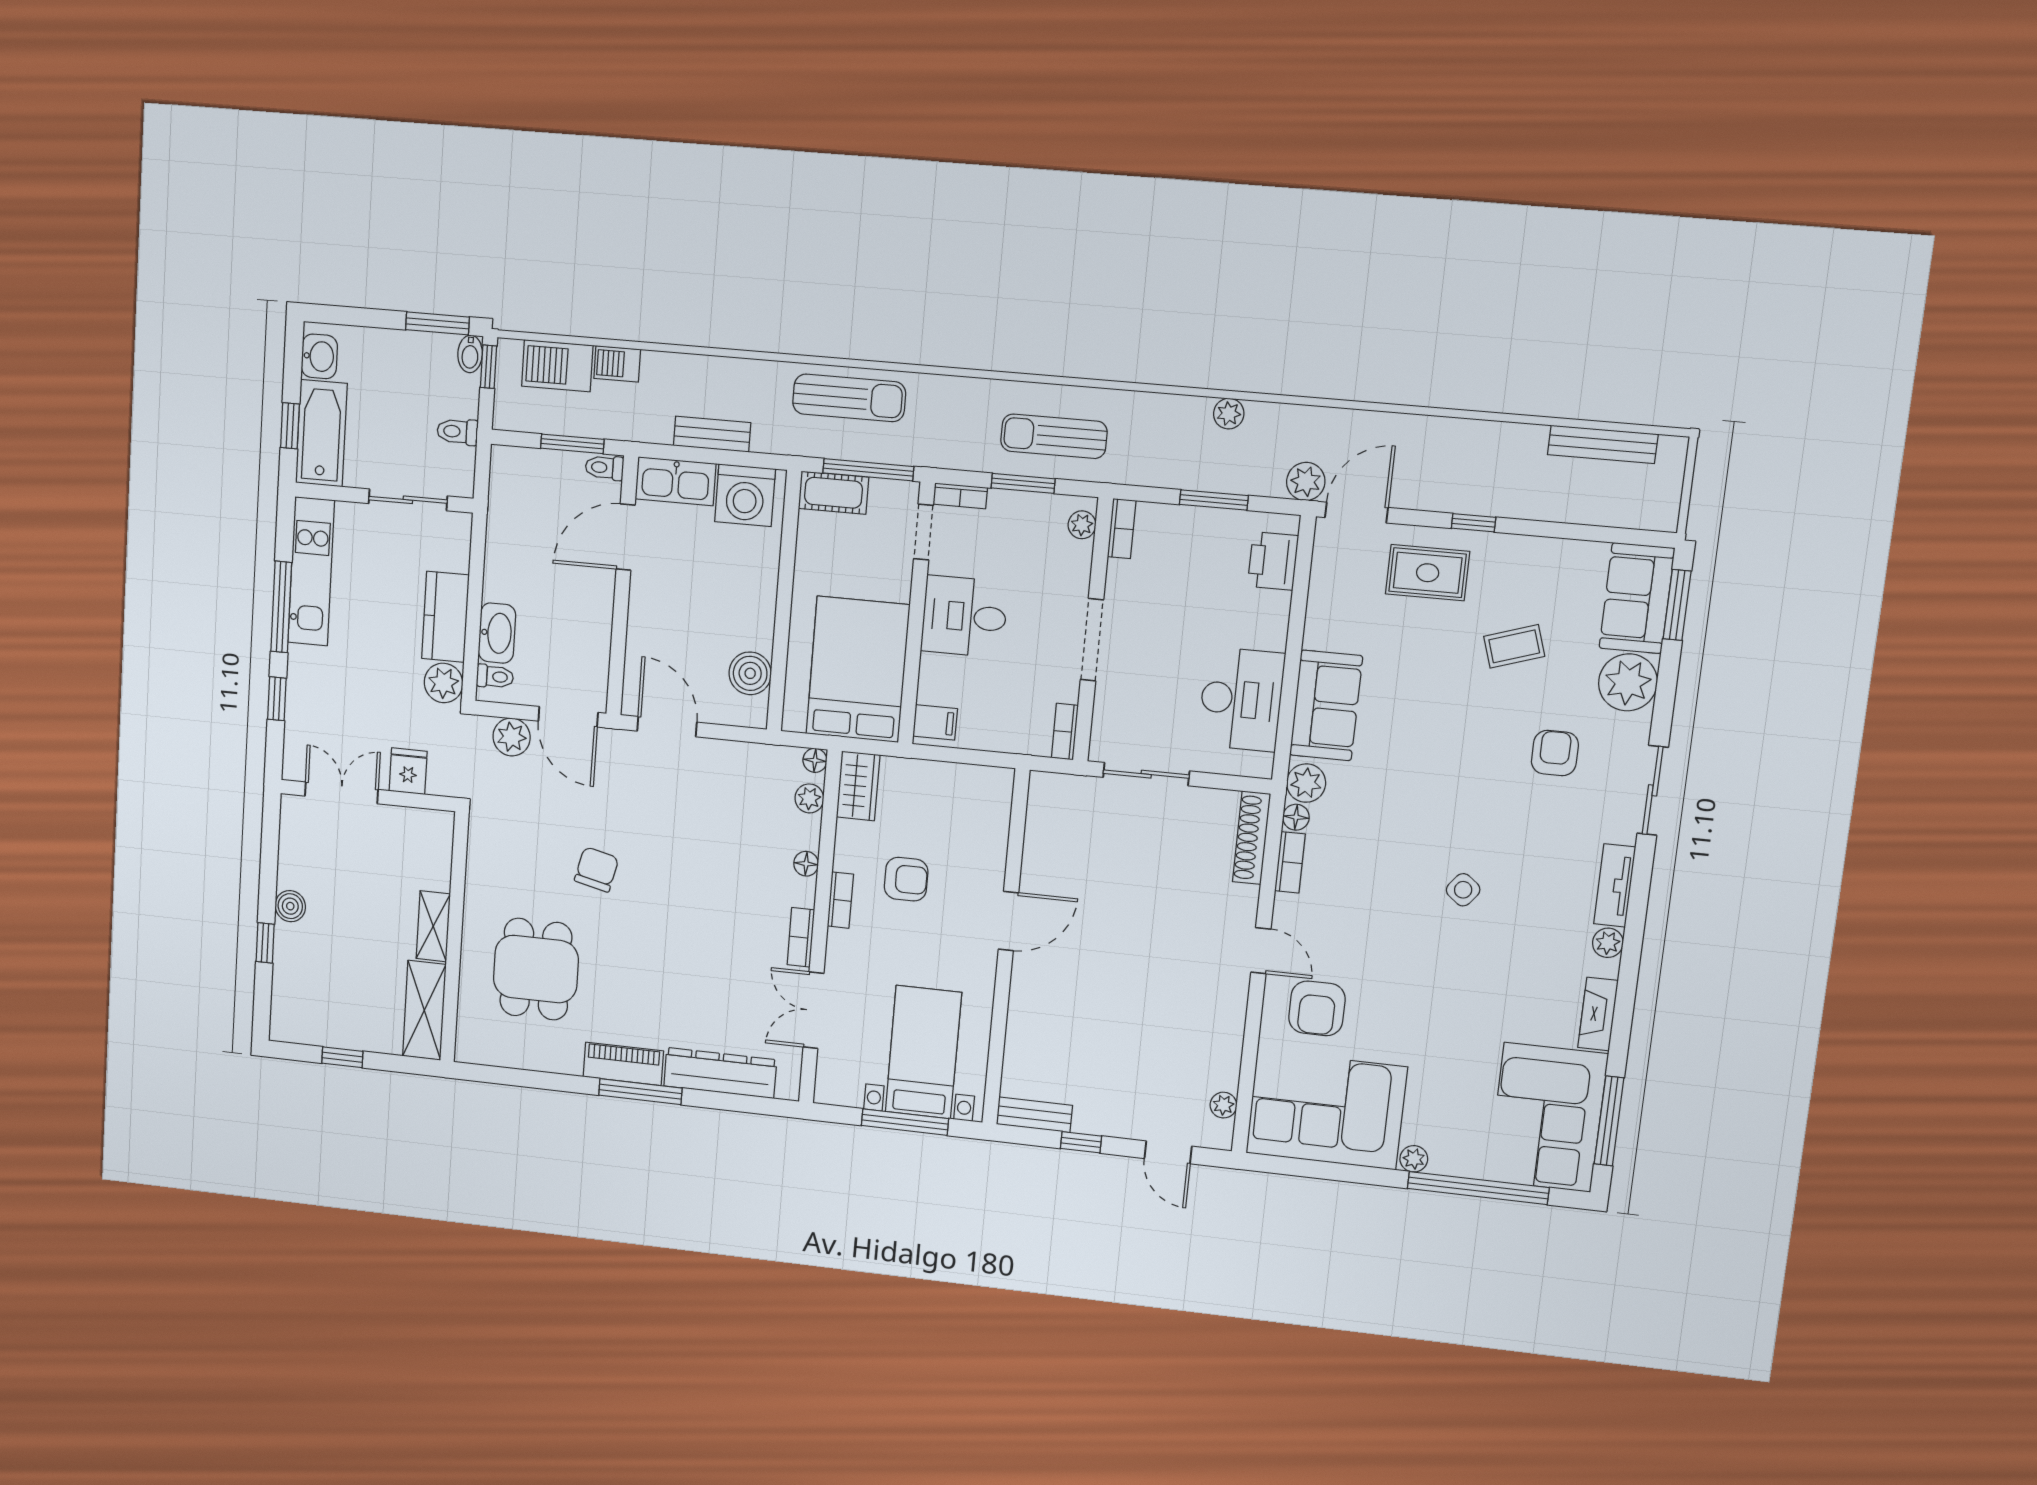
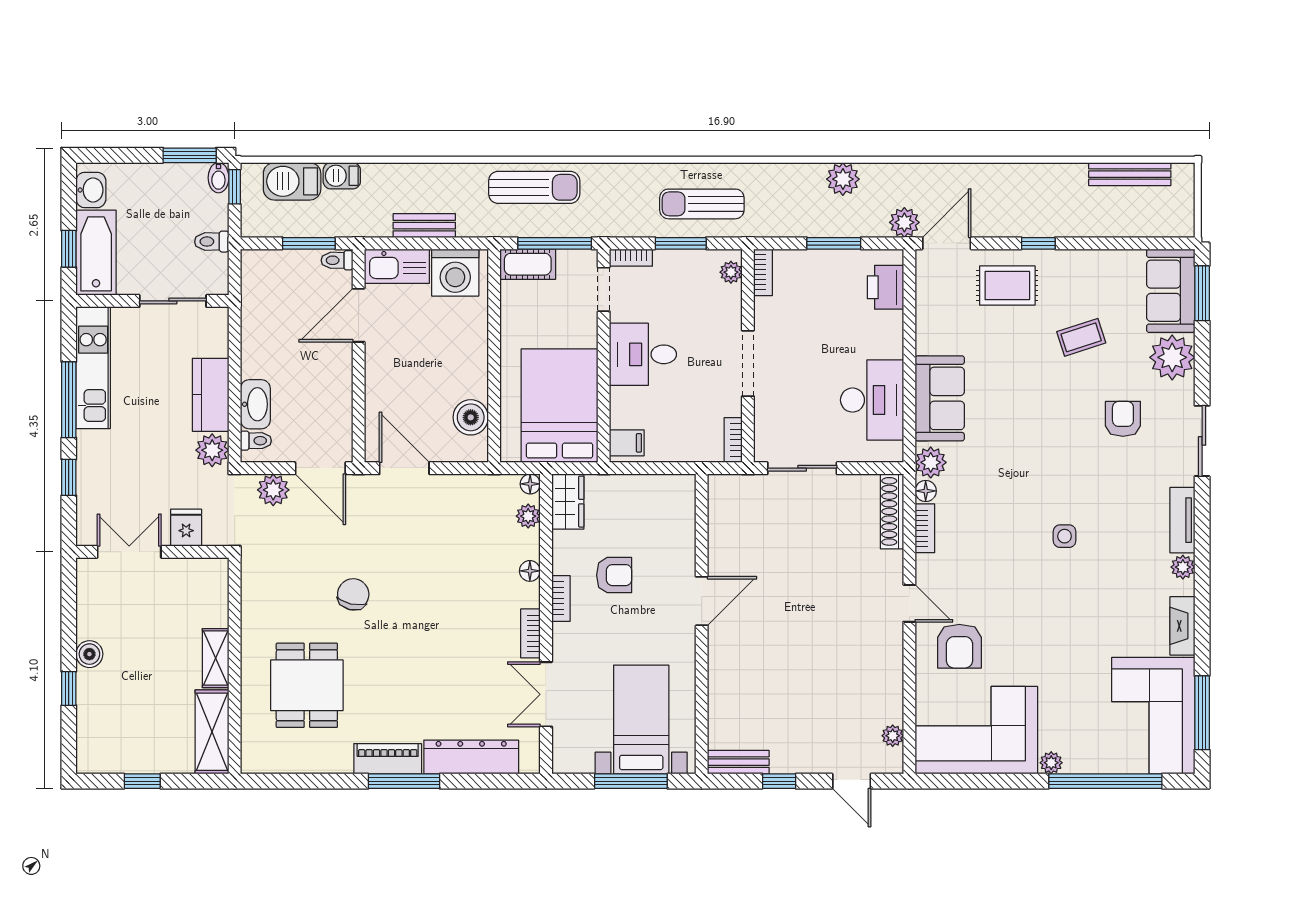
plant: (1229, 414) -> (843, 179), width x1.38, depth x1.38
side table: (1463, 890) -> (1065, 536), turned -38

